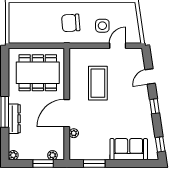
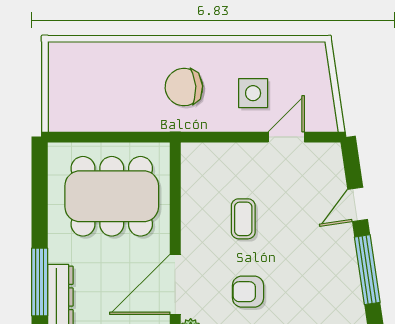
coffee table: (98, 83) -> (243, 219), width x0.54, depth x0.58
window: (154, 106) -> (367, 270), width x2.17
armchair: (100, 116) -> (248, 292), added

